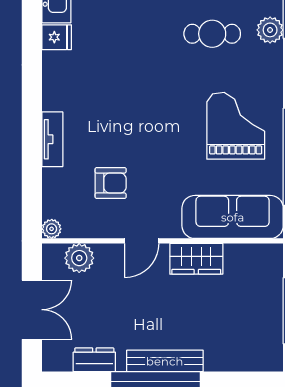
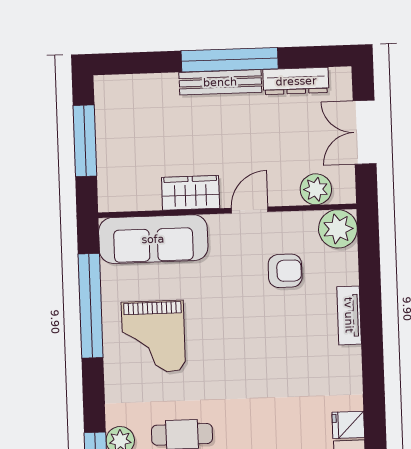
armchair: (111, 183) -> (285, 271), turned 180
plant: (52, 229) -> (338, 229), width x1.88, depth x1.88
dresser: (94, 360) -> (296, 81), width x1.44

